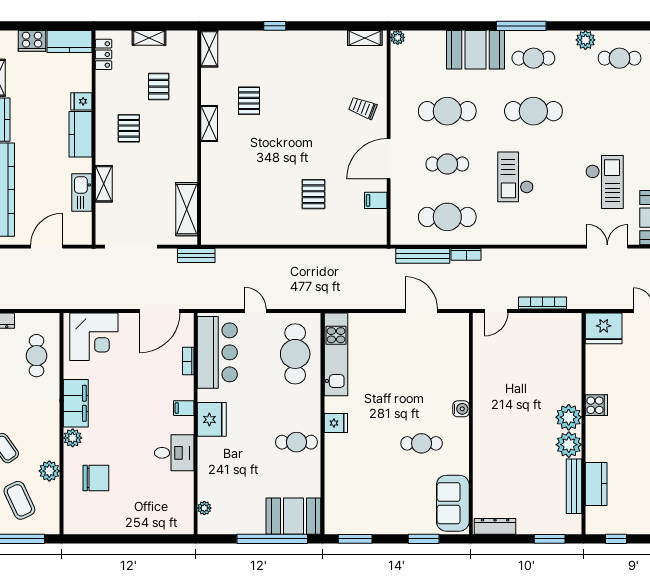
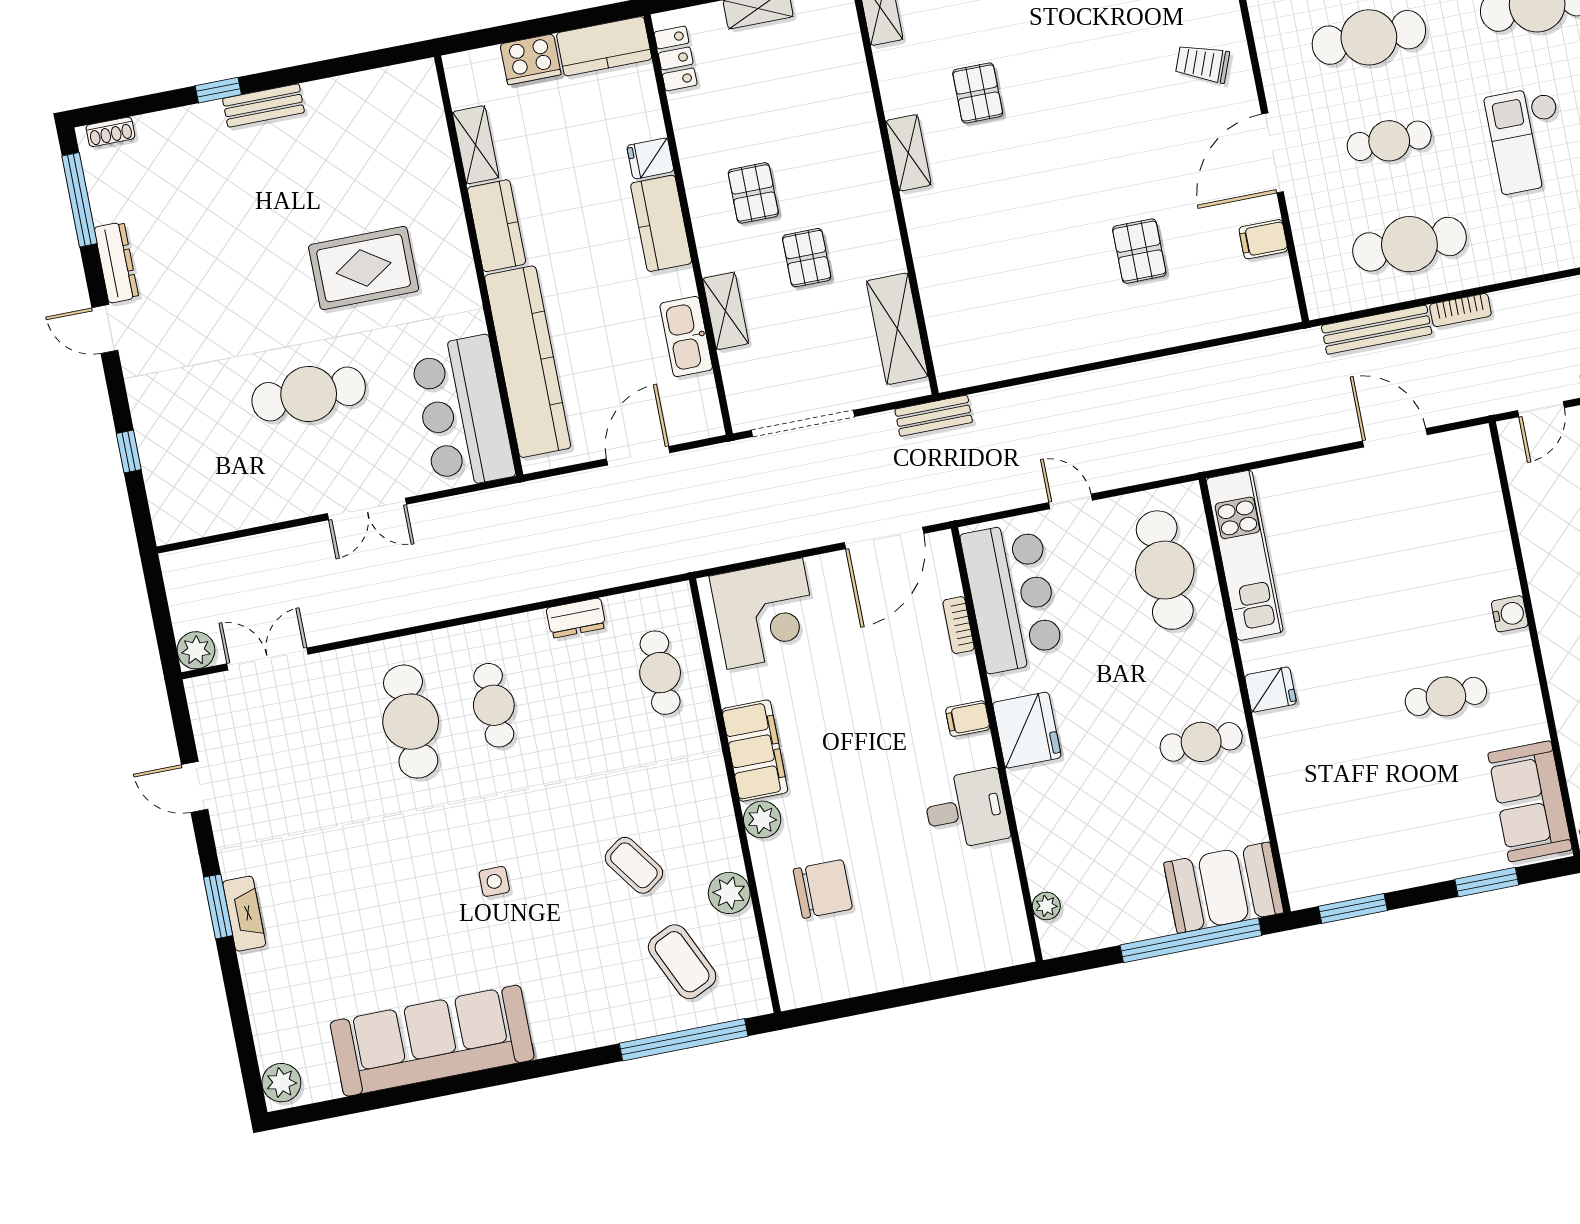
pallet: (159, 87) -> (807, 258), moved

